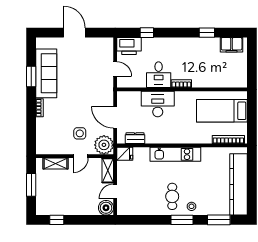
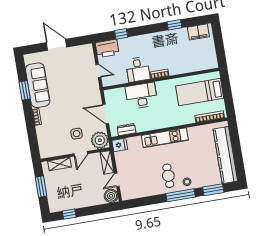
window: (182, 220) -> (181, 195), width x1.44

